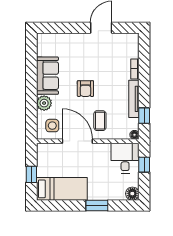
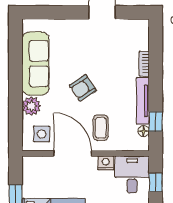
sofa: (47, 76) -> (35, 64), width x1.36
armchair: (85, 89) -> (83, 88), turned 57
floor lamp: (134, 135) -> (144, 131), moved
nightstand: (104, 149) -> (106, 163), added

